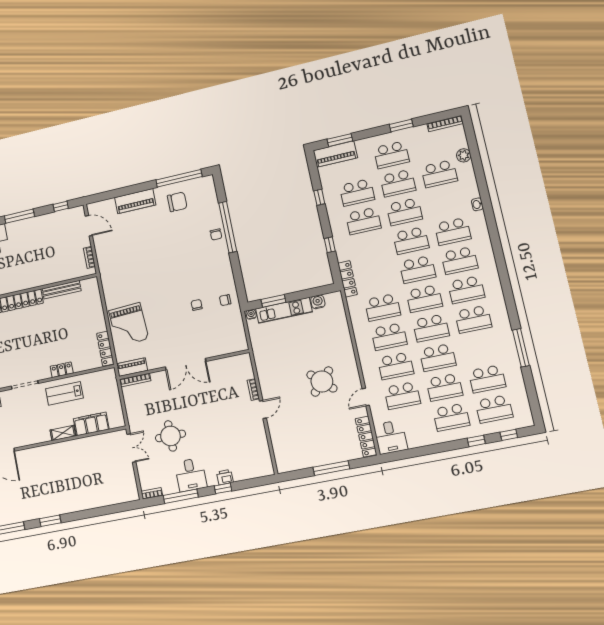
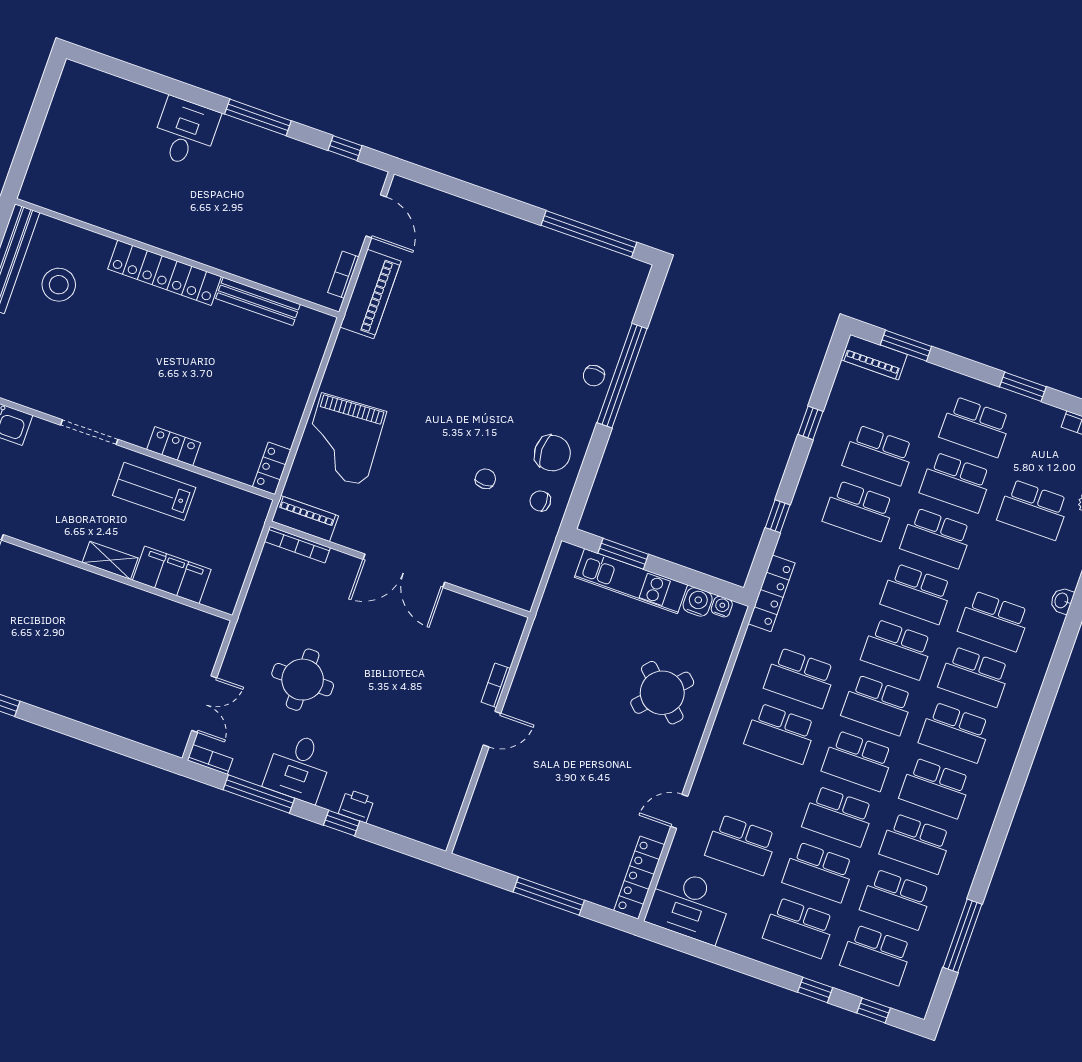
piano: (335, 154) -> (874, 357), width x0.73, depth x0.75
piano: (135, 201) -> (370, 294), moved, turned -90
chair: (177, 202) -> (552, 453), moved
water cooler: (251, 314) -> (722, 607), moved
window: (521, 348) -> (962, 936), moved
locker: (105, 349) -> (272, 468), width x0.66
school desk: (396, 366) -> (916, 844), moved
round table: (322, 382) -> (662, 693), moved
desk: (391, 437) -> (689, 906), width x1.37
double door: (131, 448) -> (204, 704), moved

